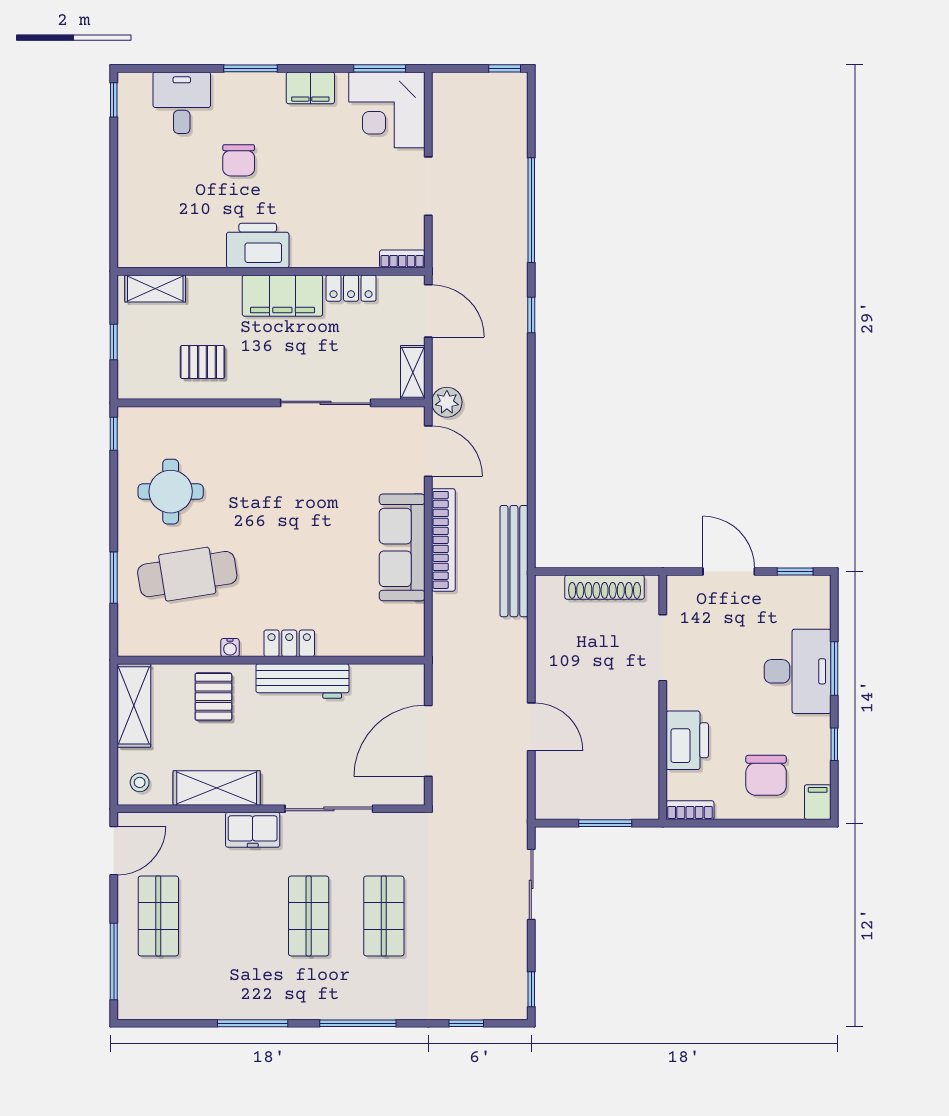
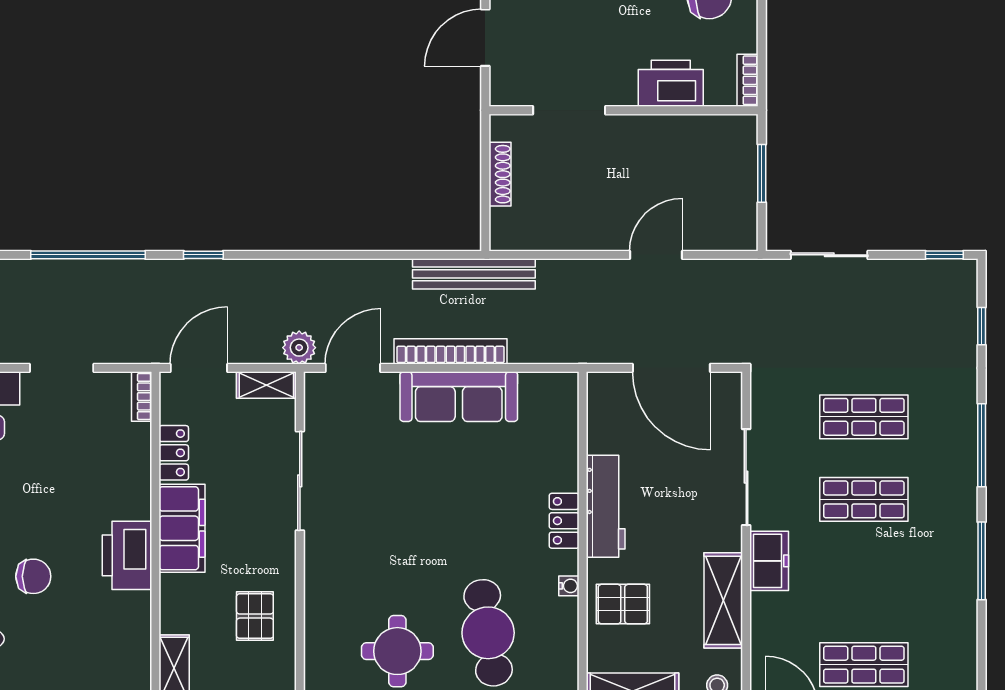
shoe rack: (605, 587) -> (500, 174), width x0.74, depth x0.81

